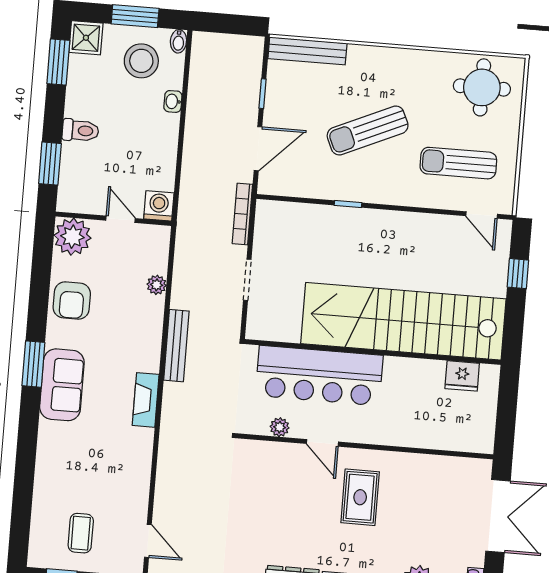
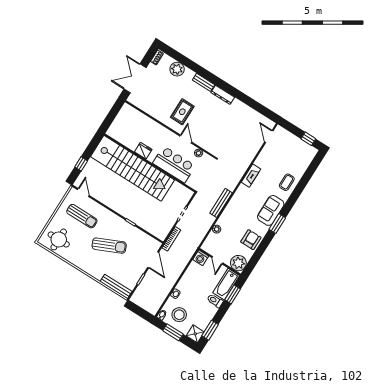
door: (258, 149) -> (153, 260), swing flipped
bathtub: (75, 178) -> (226, 284), added
bar counter: (319, 376) -> (174, 164), width x0.73
fridge: (462, 376) -> (143, 151), moved
fireplace: (146, 400) -> (251, 176), moved
coffee table: (81, 533) -> (287, 182), moved

